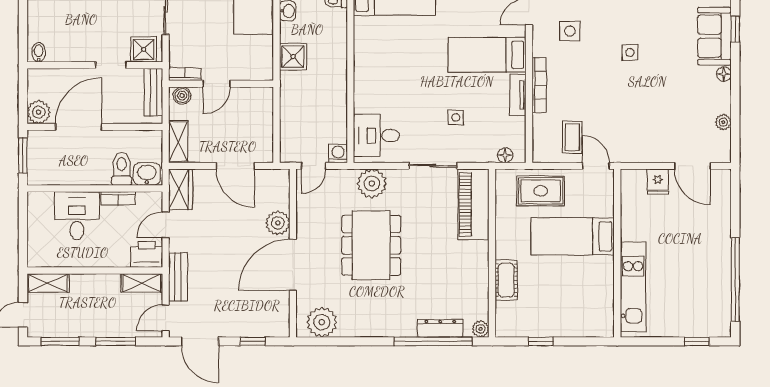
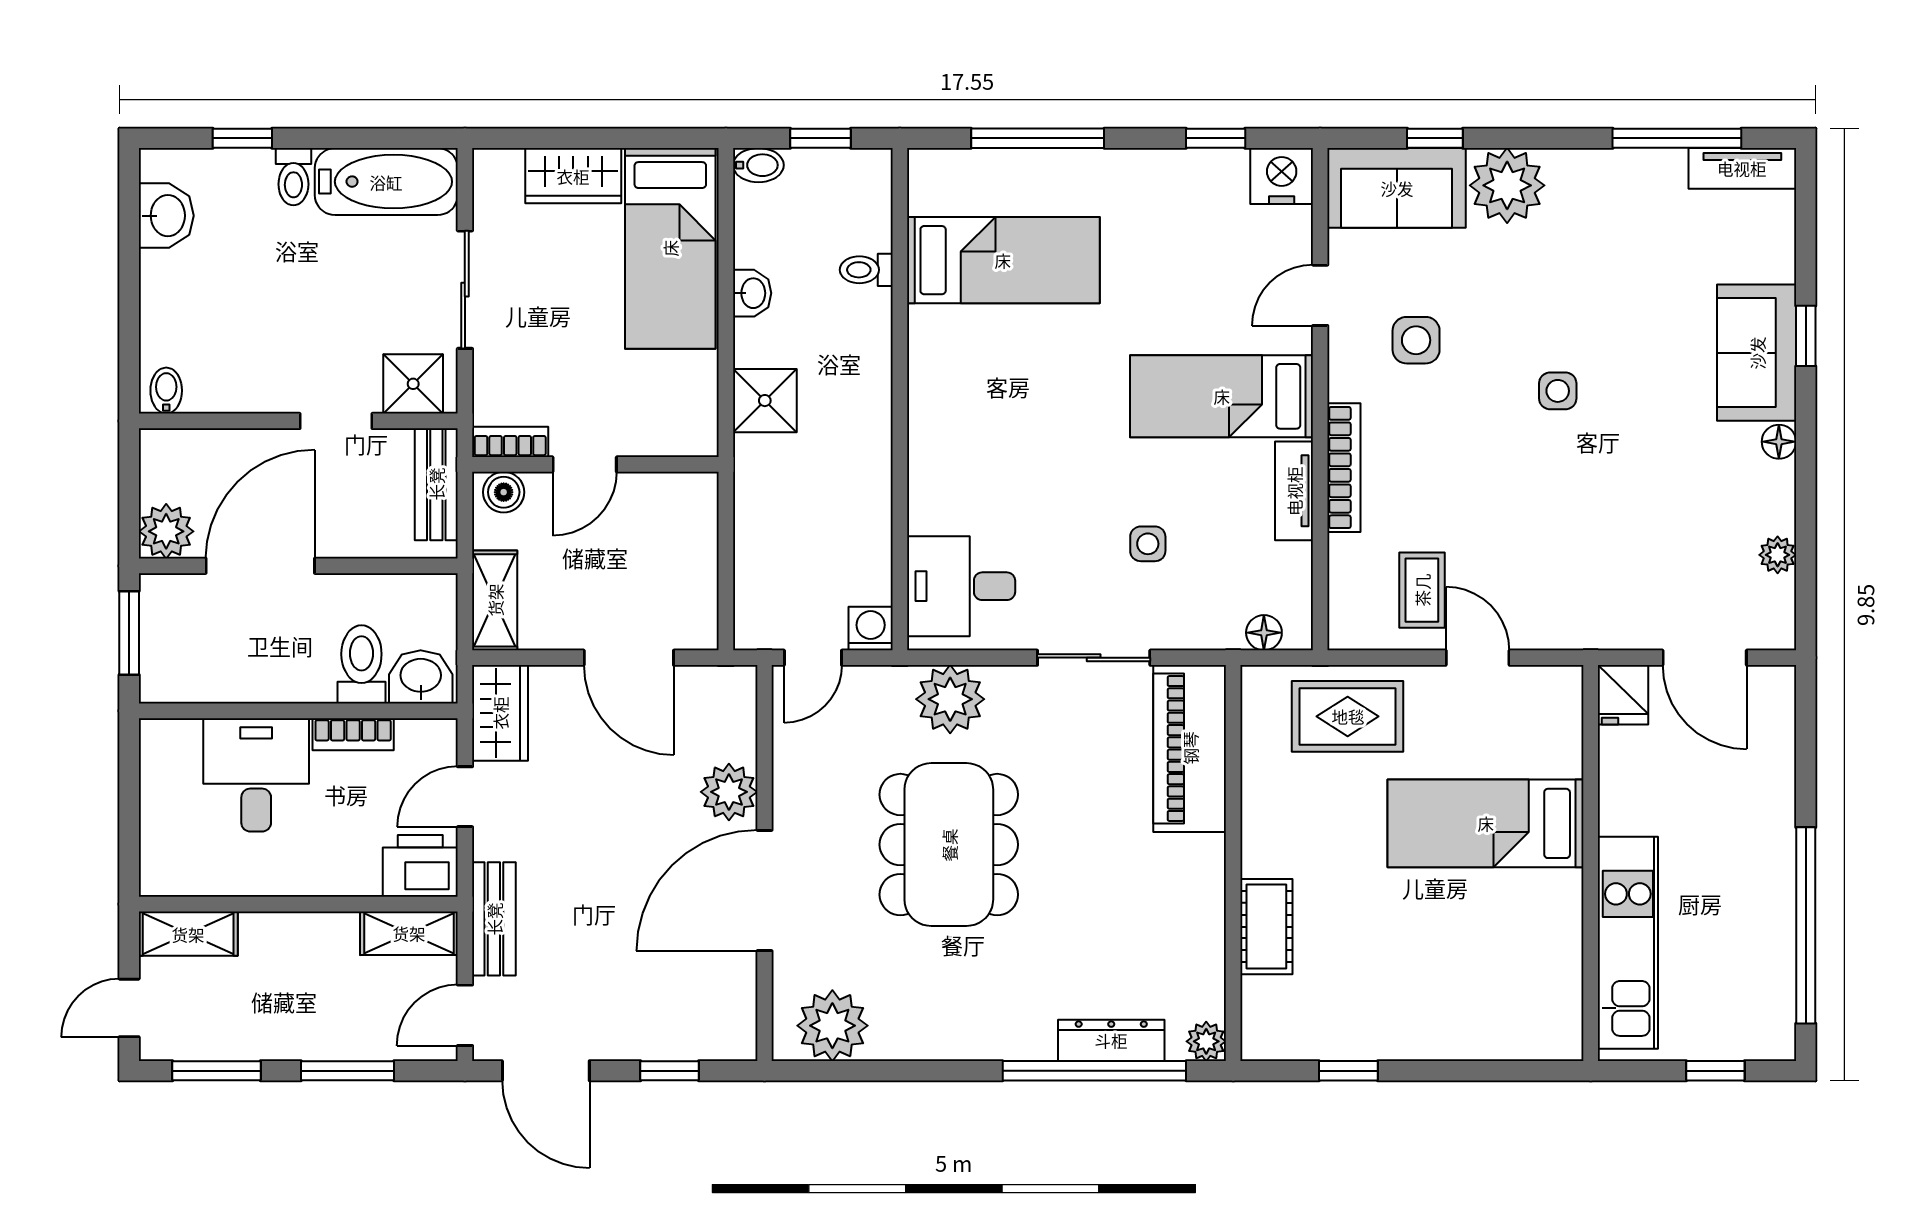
bed: (573, 236) -> (1486, 823), moved
wall: (617, 253) -> (1591, 863), moved
kitchen unit: (633, 287) -> (1628, 943), moved

